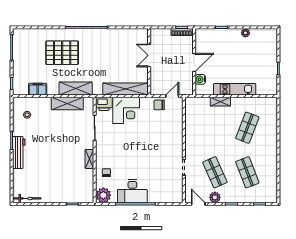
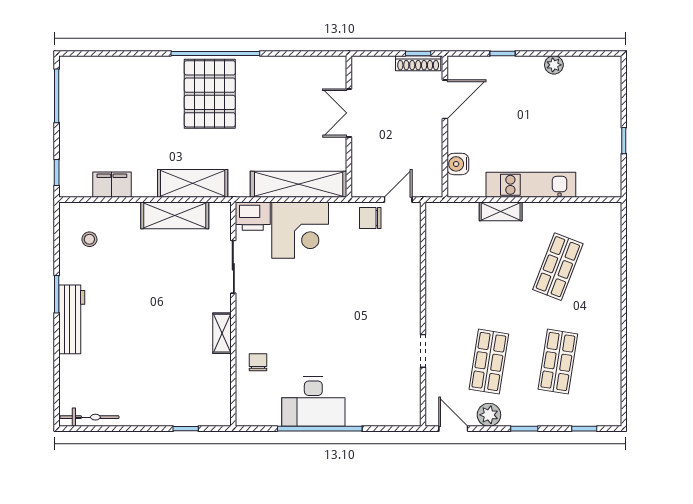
pallet: (62, 53) -> (210, 94), moved, turned 90
door: (194, 63) -> (445, 99), moved
shop shelf: (215, 172) -> (489, 362), turned 33
shop shelf: (247, 172) -> (558, 362), turned 30
plant: (103, 195) -> (252, 410), removed

